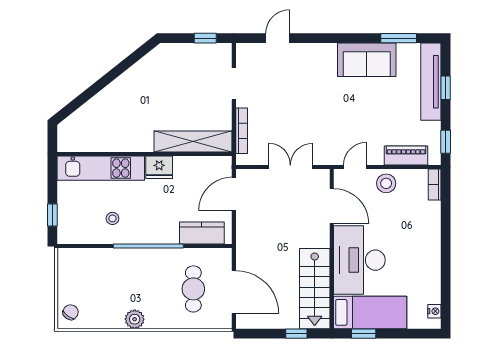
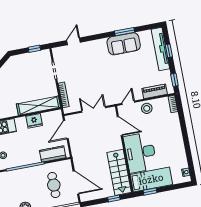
window: (399, 38) -> (124, 32), moved
fridge: (159, 167) -> (34, 121), moved

